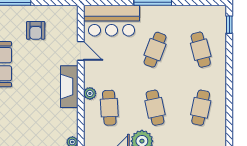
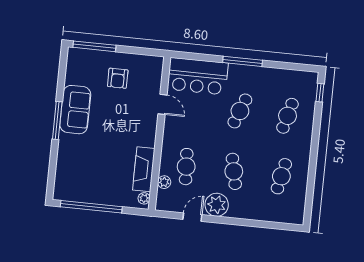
cafe table: (201, 50) -> (288, 116), turned 30
fireplace: (69, 87) -> (144, 169), moved
plant: (90, 93) -> (164, 182), moved

